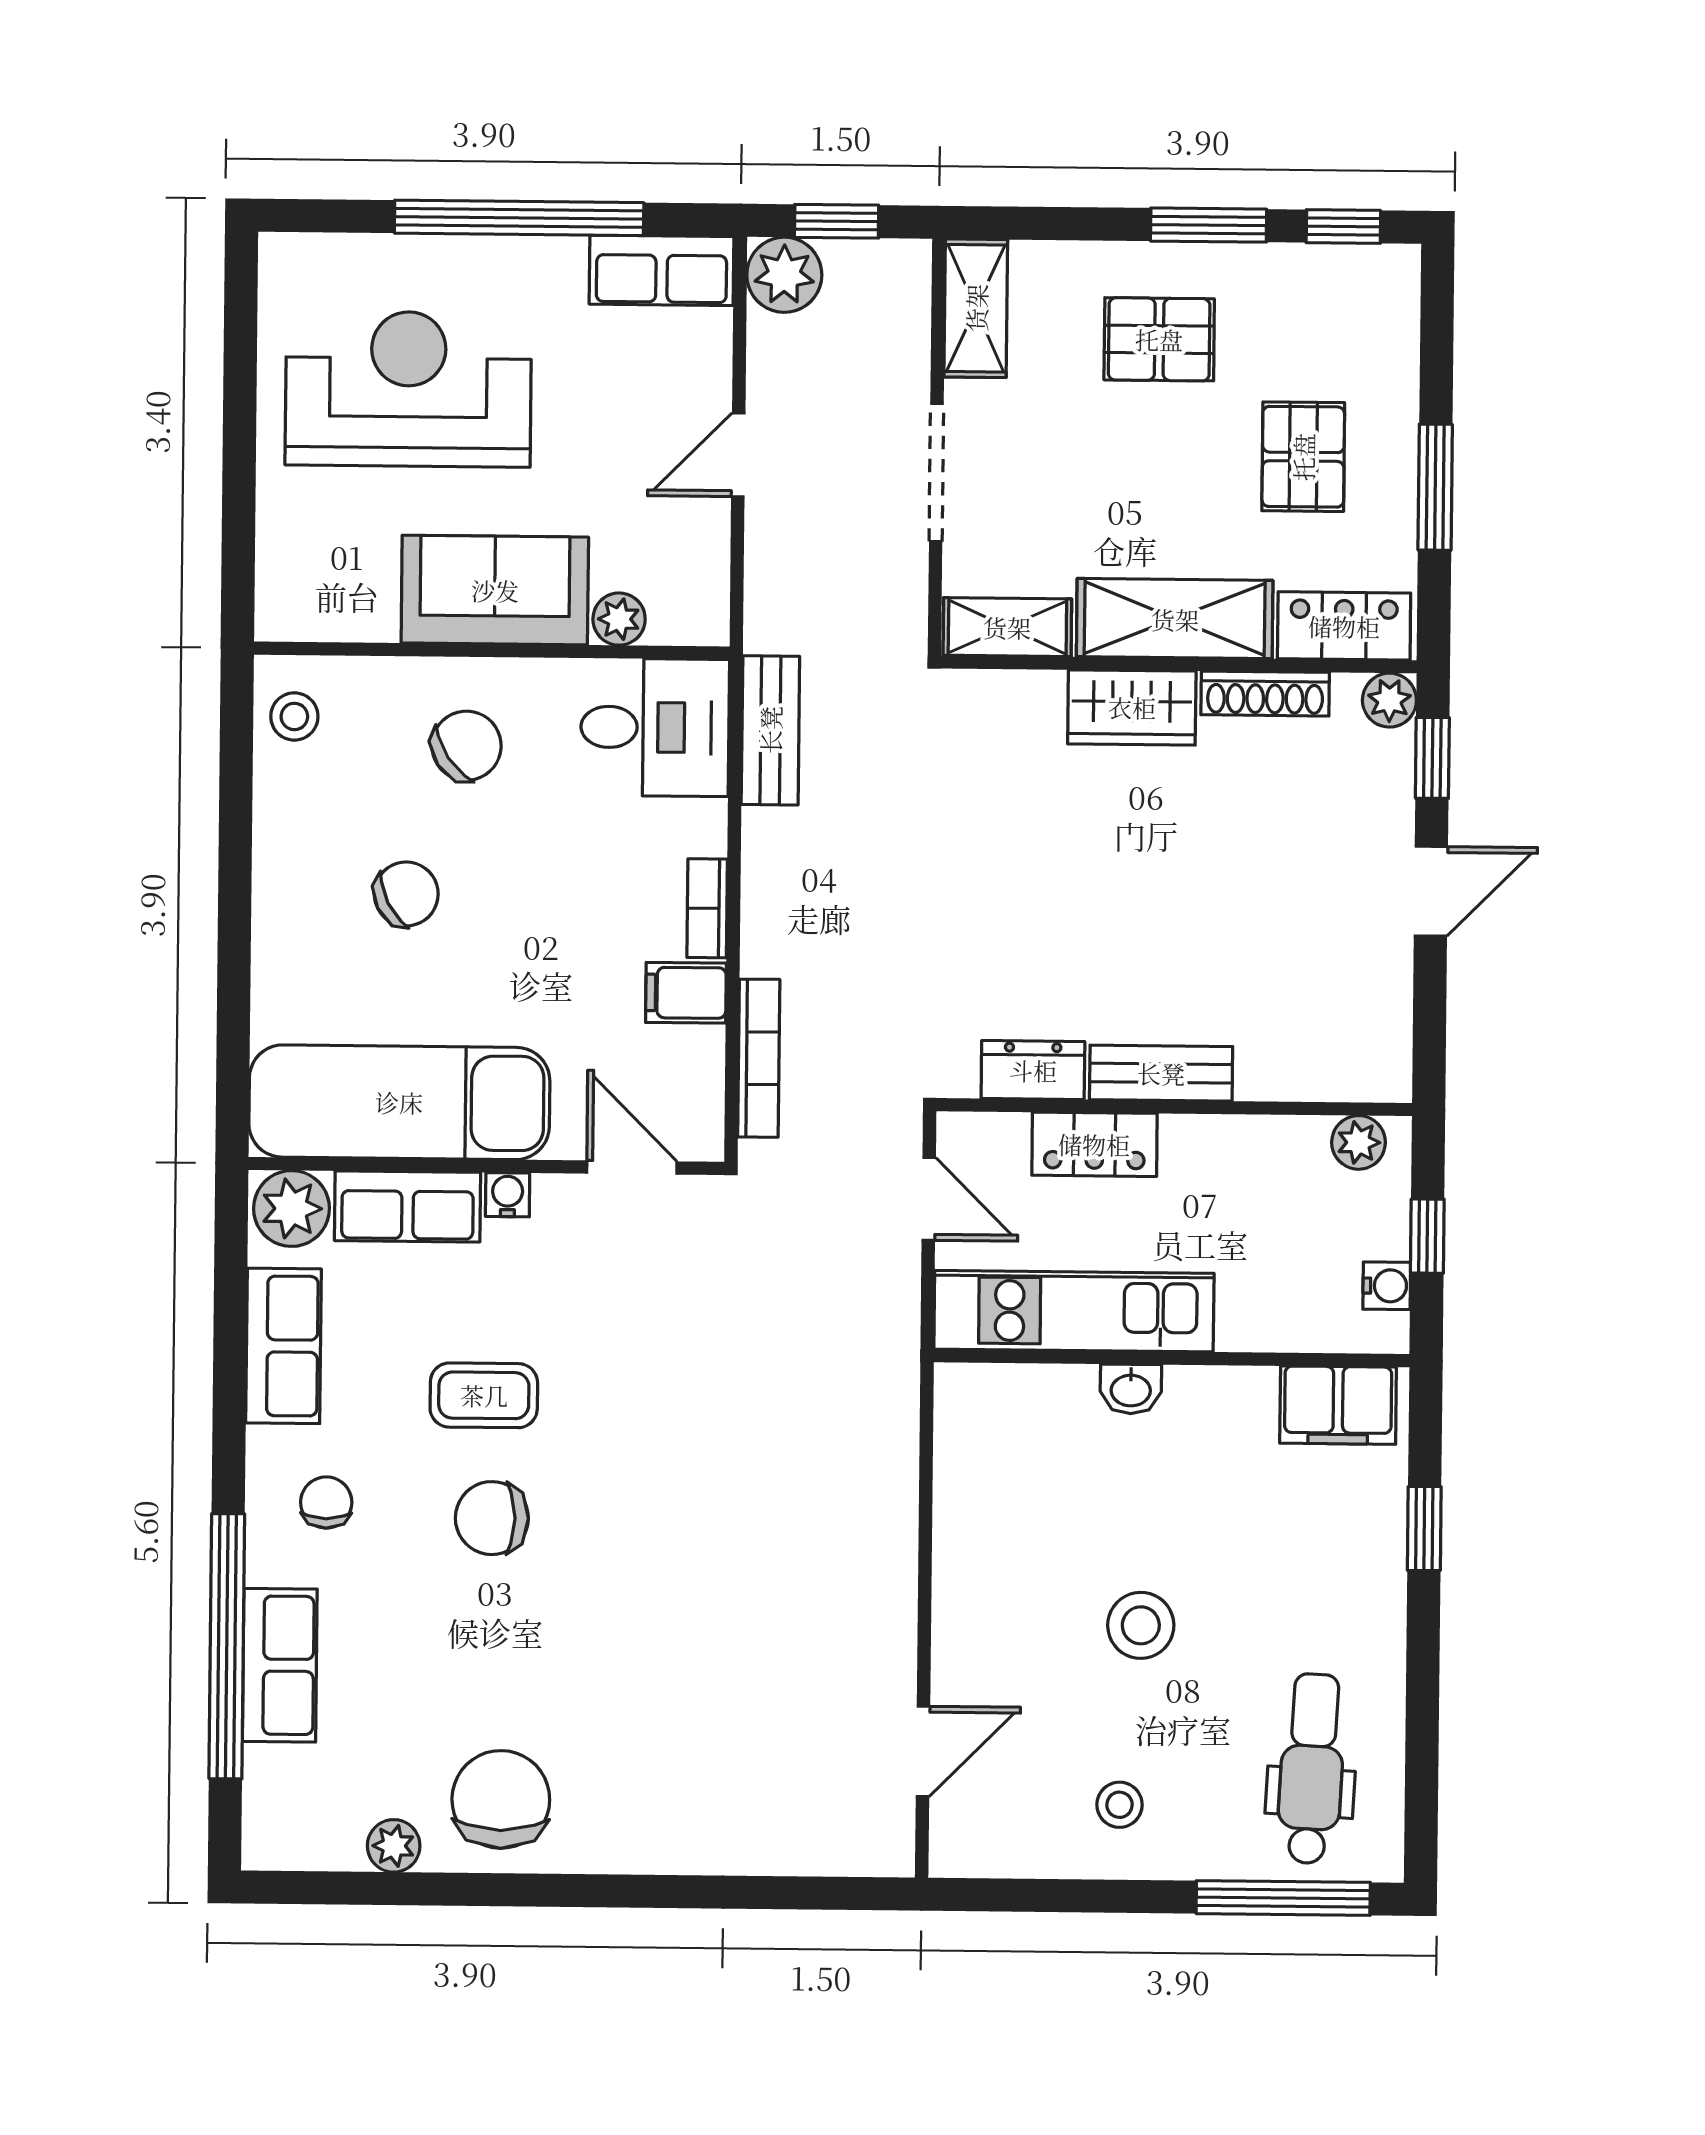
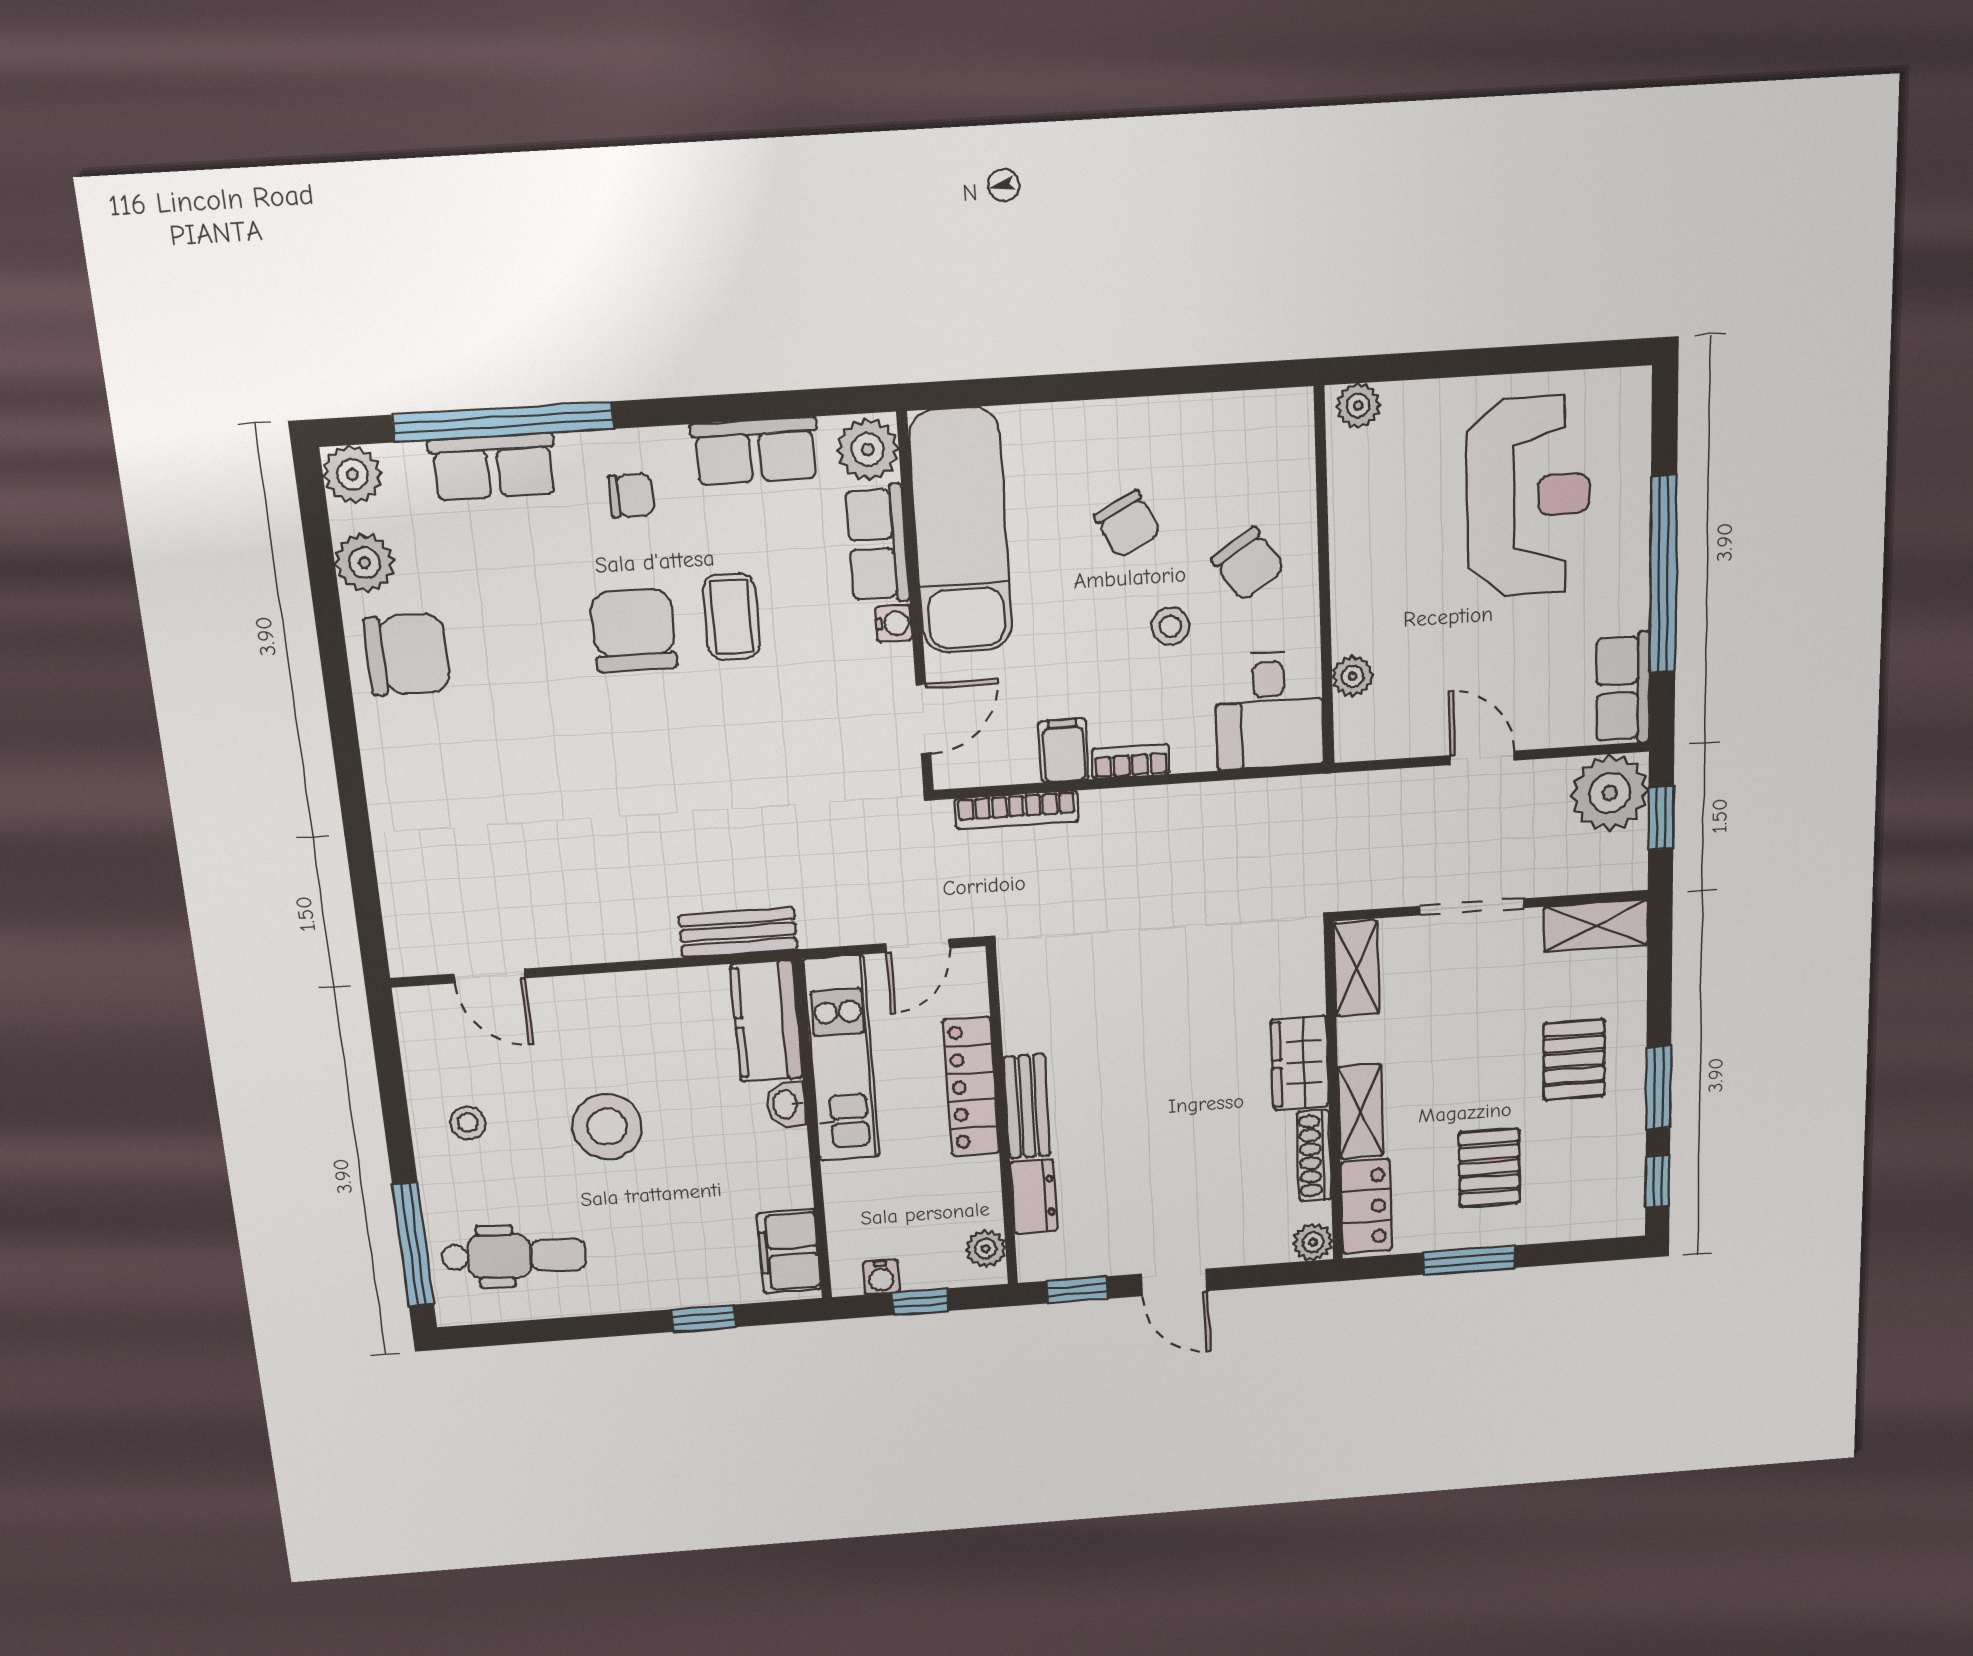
plant: (784, 275) -> (1610, 793), width x1.36, depth x1.36
pallet: (1303, 457) -> (1489, 1168), turned 90
sofa: (495, 590) -> (1372, 577), removed
plant: (281, 600) -> (1358, 406), added
shelving: (1175, 619) -> (1361, 1111), width x0.67, depth x0.75
stool: (294, 716) -> (1170, 626), moved
bench: (770, 730) -> (738, 932), moved
window: (1432, 758) -> (1077, 1290), moved
dresser: (1033, 1070) -> (1034, 1196), moved
locker: (1094, 1144) -> (971, 1087), width x1.53
kitchen counter: (1014, 1404) -> (767, 1021), added
chair: (492, 1518) -> (634, 630), width x1.37, depth x1.37
stool: (1141, 1625) -> (607, 1127), width x1.38, depth x1.38
plant: (277, 1836) -> (352, 475), added
plant: (394, 1846) -> (365, 563), width x1.38, depth x1.38

